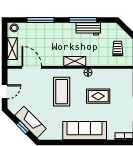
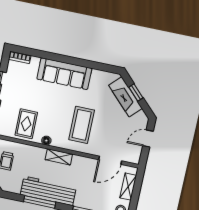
workbench: (88, 29) -> (48, 191), width x1.88, depth x1.32
door: (32, 67) -> (110, 160), hinge flipped
rug: (98, 96) -> (26, 124), moved, turned 90

